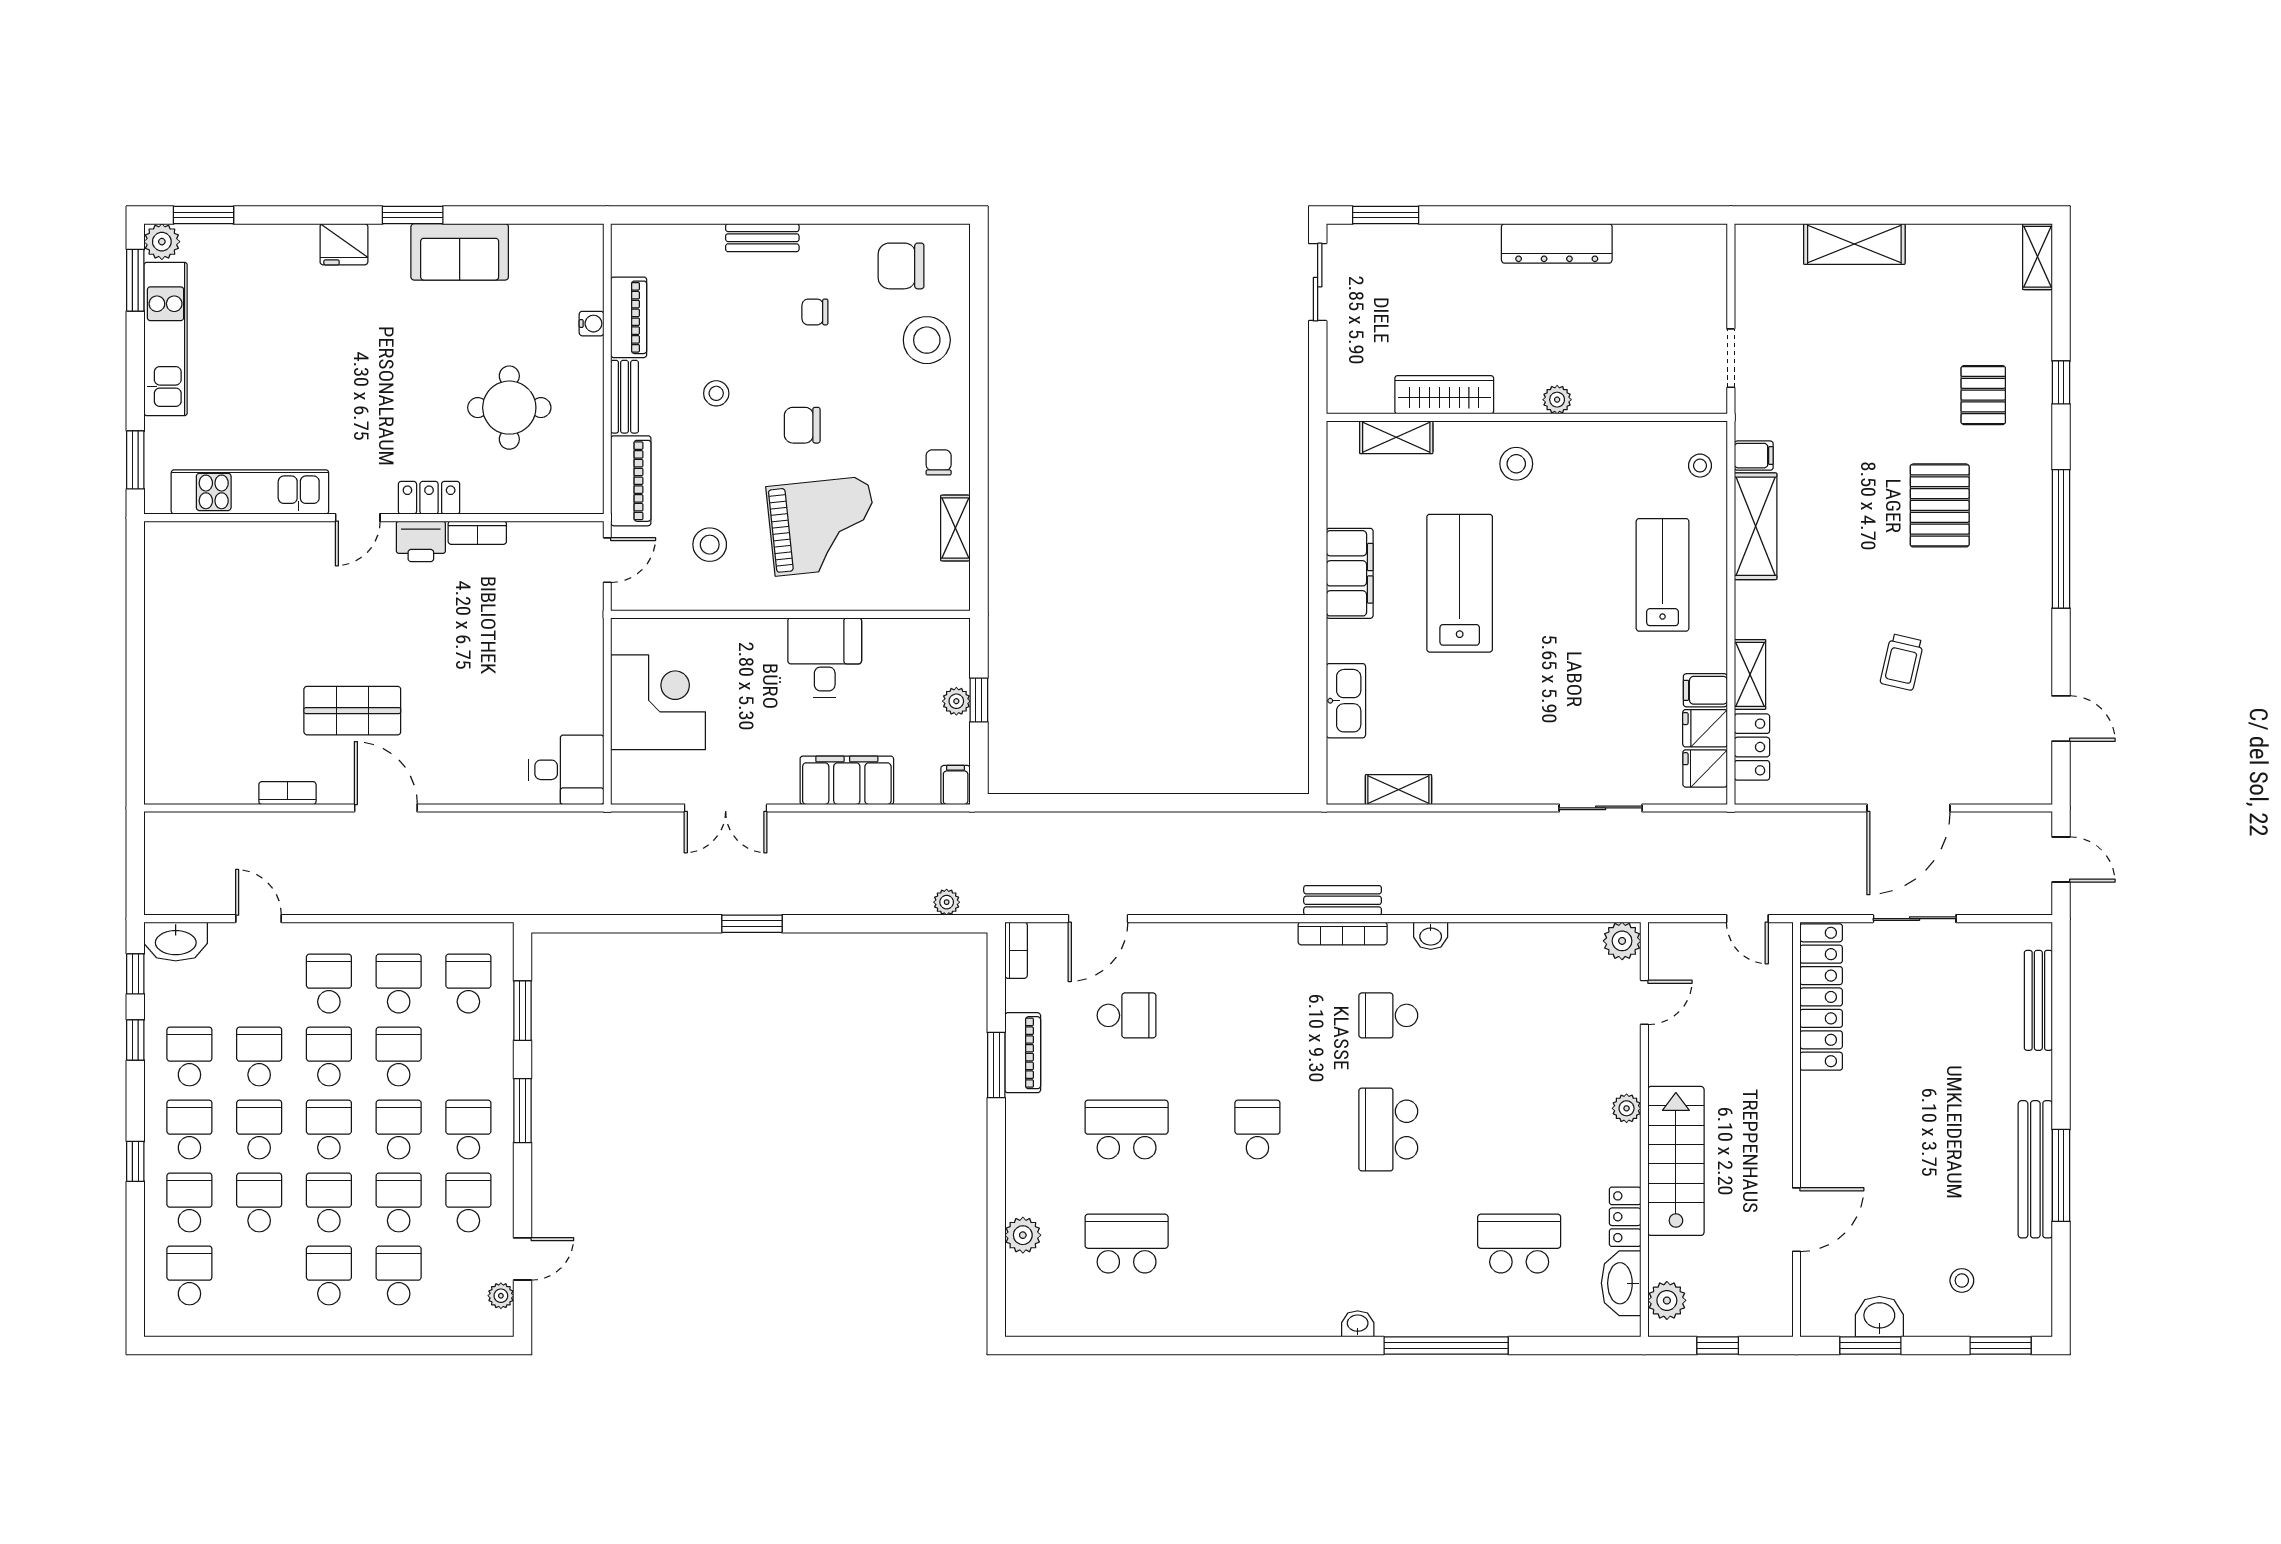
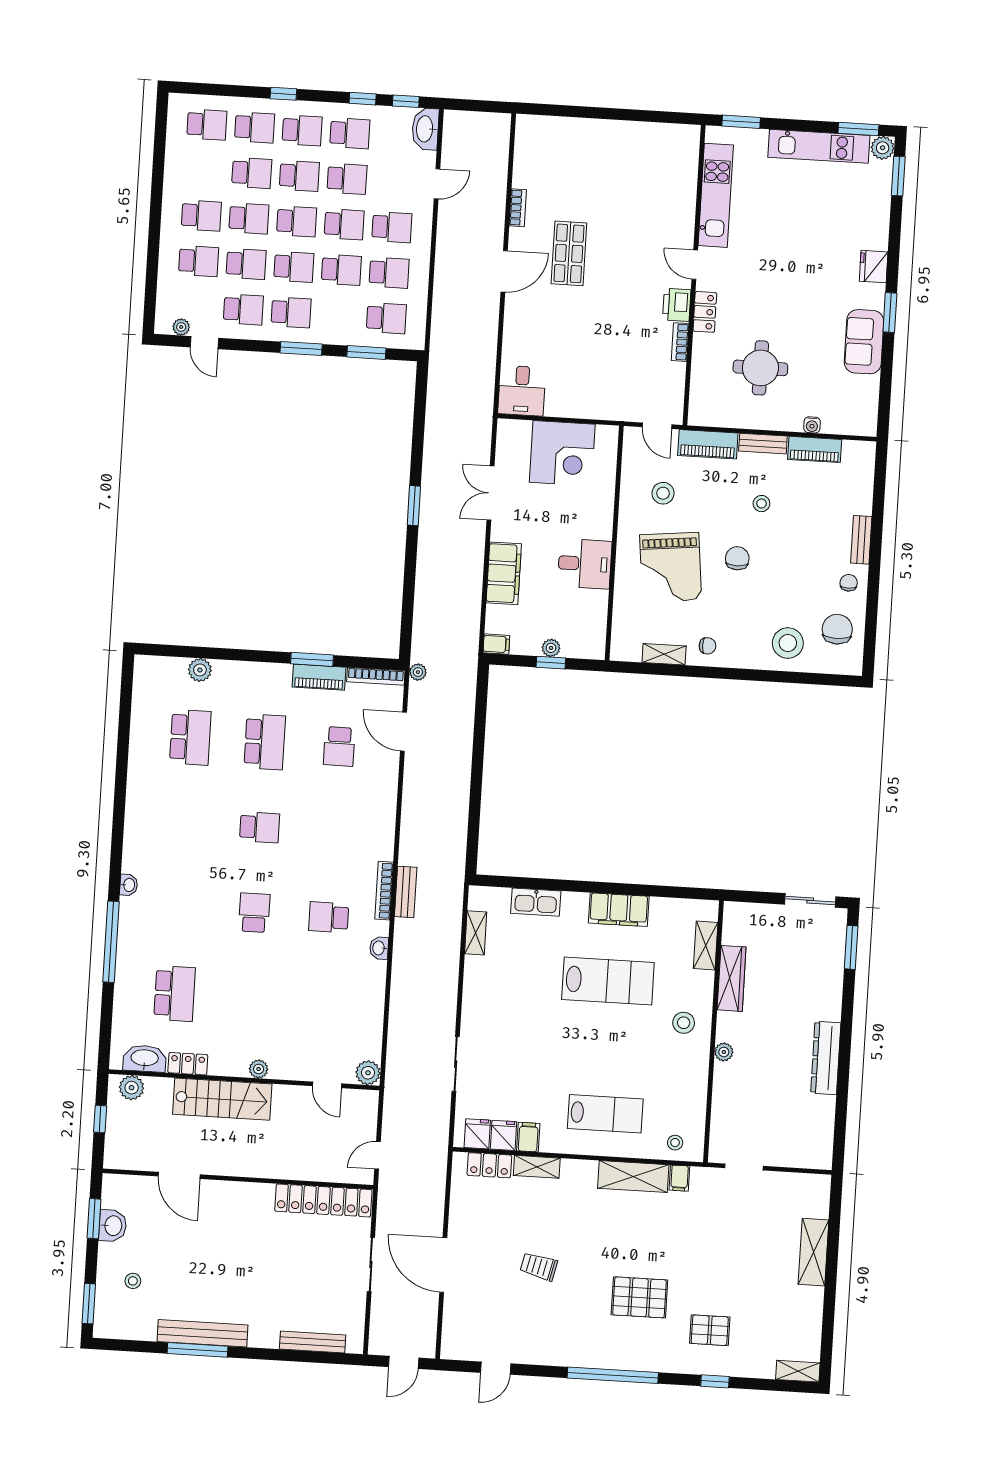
chair: (815, 312) -> (849, 583), moved
plant: (947, 902) -> (418, 672), moved
bookcase: (1016, 950) -> (376, 676), width x1.56
school desk: (1388, 1015) -> (329, 917), turned -90
school desk: (1388, 1129) -> (254, 913), width x0.54

